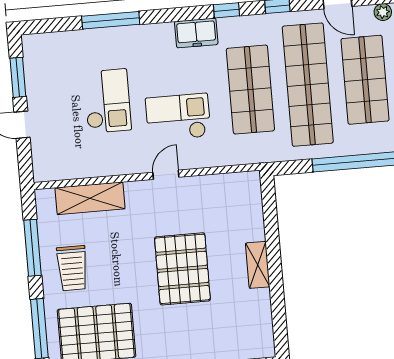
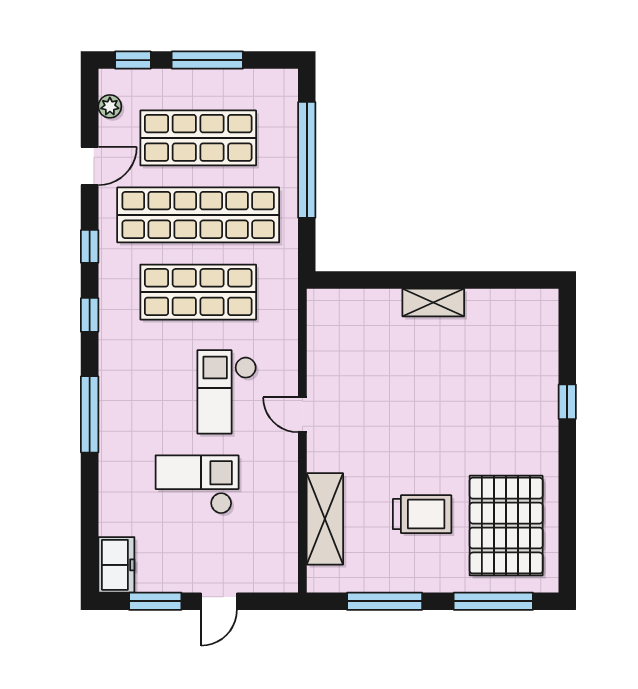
window: (111, 20) -> (90, 414), moved
freezer: (196, 33) -> (116, 565), moved
trolley: (72, 268) -> (422, 514), moved
pallet: (182, 269) -> (430, 403), removed

